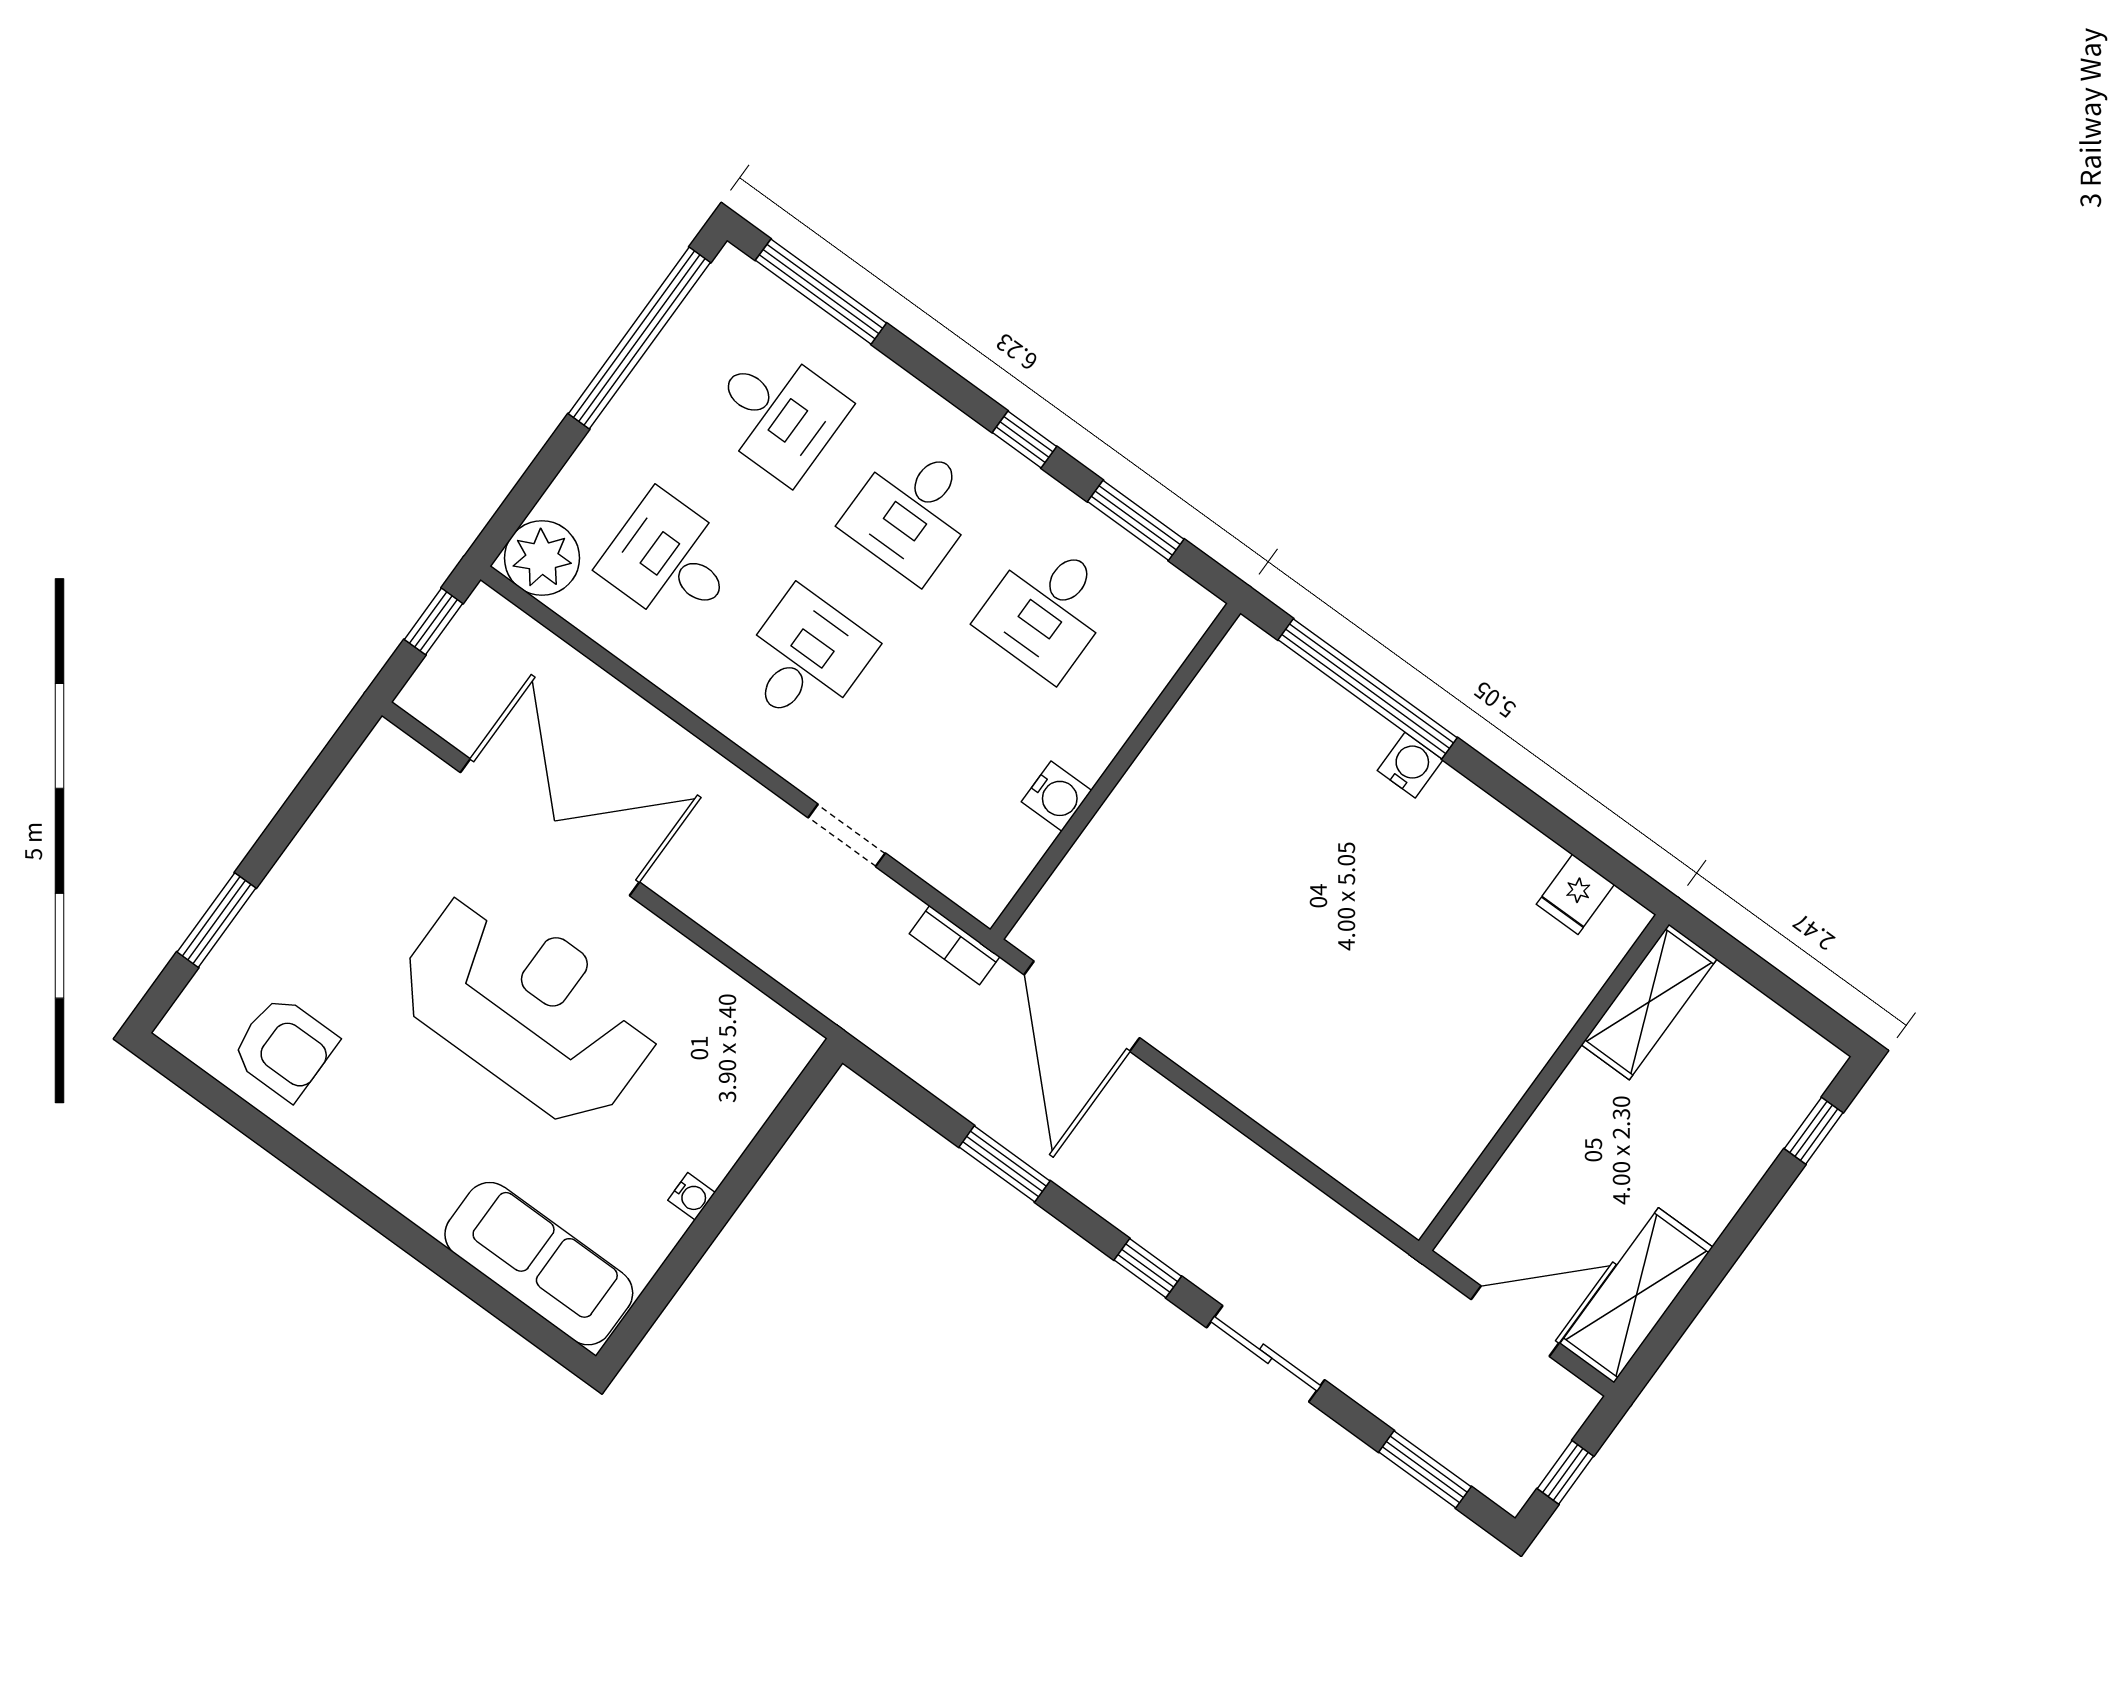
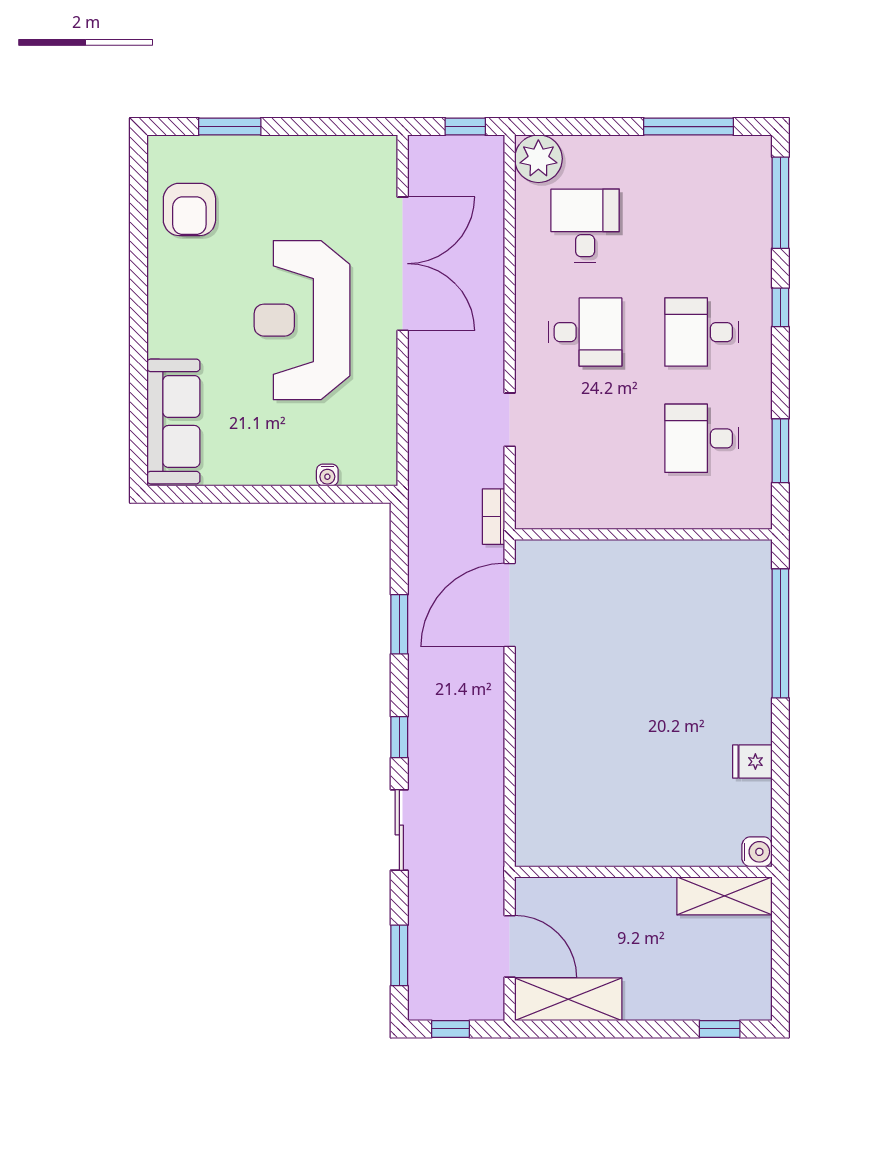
window: (639, 338) -> (688, 127), width x0.68
desk: (778, 413) -> (702, 226), removed
window: (1025, 440) -> (780, 307), moved
water cooler: (1410, 765) -> (757, 852), moved
water cooler: (1056, 796) -> (608, 513), removed
fridge: (1575, 894) -> (752, 762), moved
reception desk: (529, 1007) -> (302, 320), turned 180
water cooler: (692, 1196) -> (327, 475), moved

